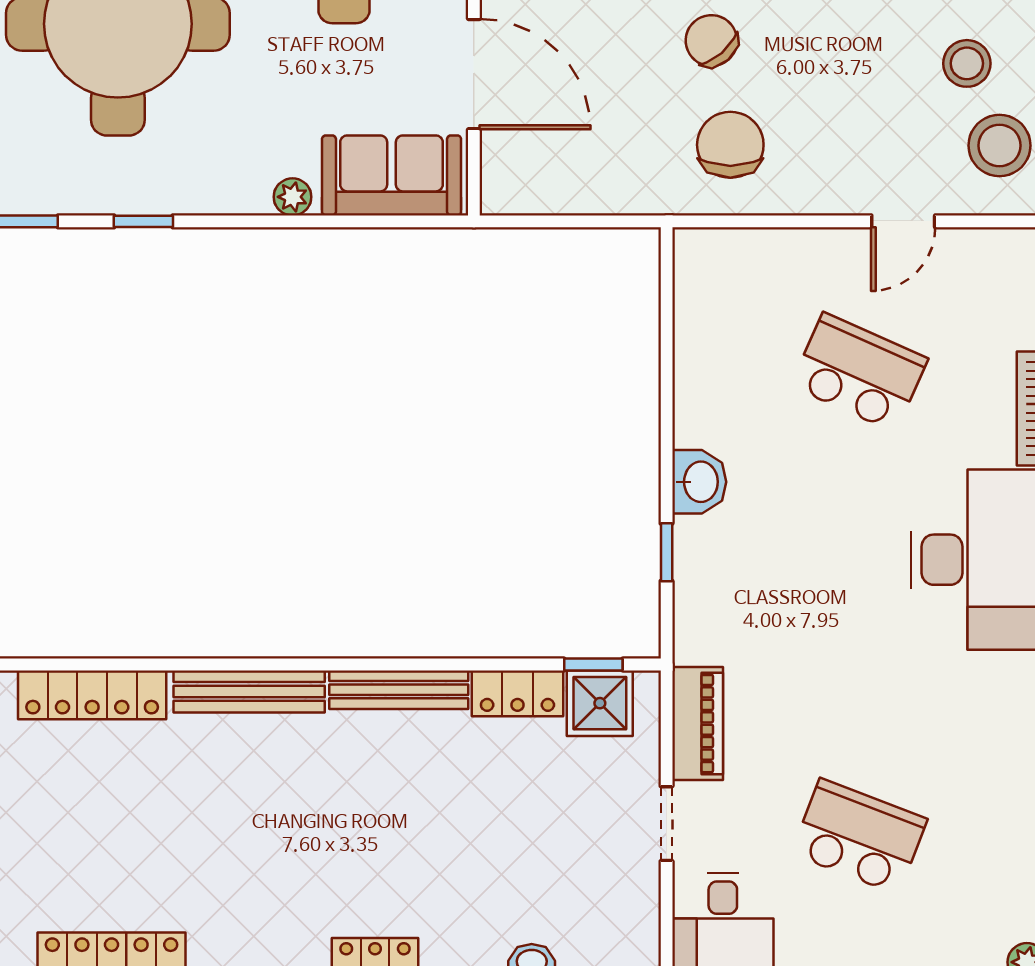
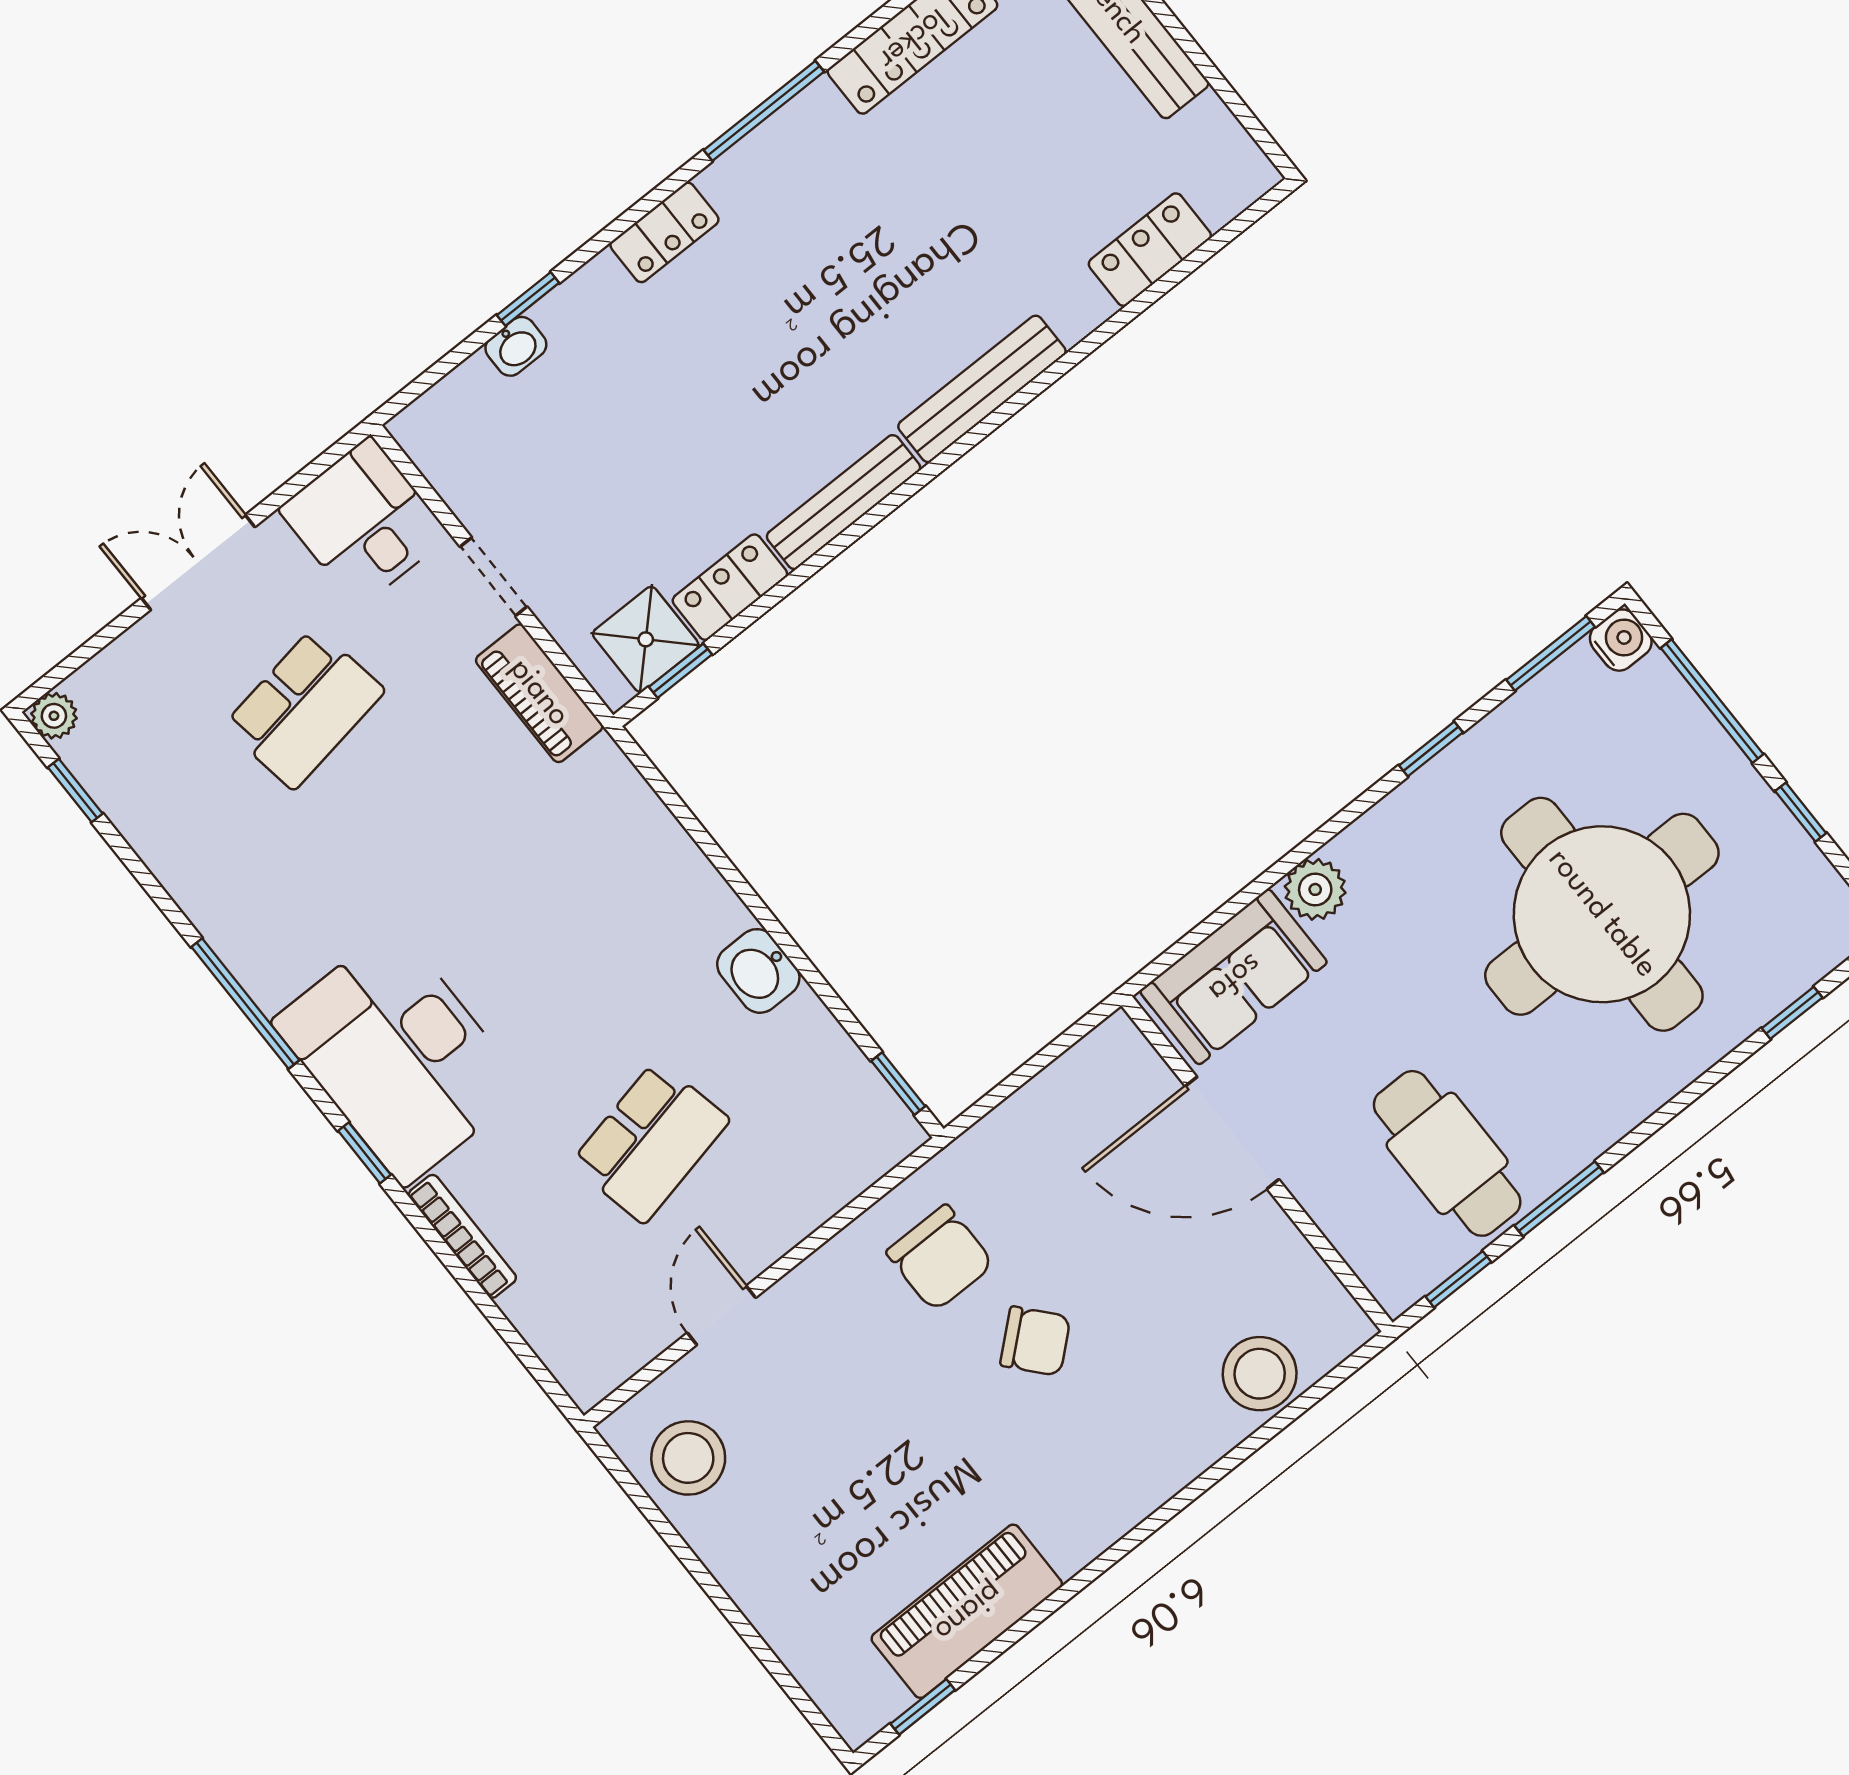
stool: (967, 63) -> (780, 1510), removed
plant: (292, 197) -> (1315, 889), width x1.38, depth x1.38
school desk: (859, 372) -> (650, 1142), turned -36
washbasin: (699, 482) -> (758, 971), moved
window: (667, 552) -> (898, 1084), moved
locker: (92, 695) -> (1150, 250), width x0.66
school desk: (859, 836) -> (304, 708), turned -30

